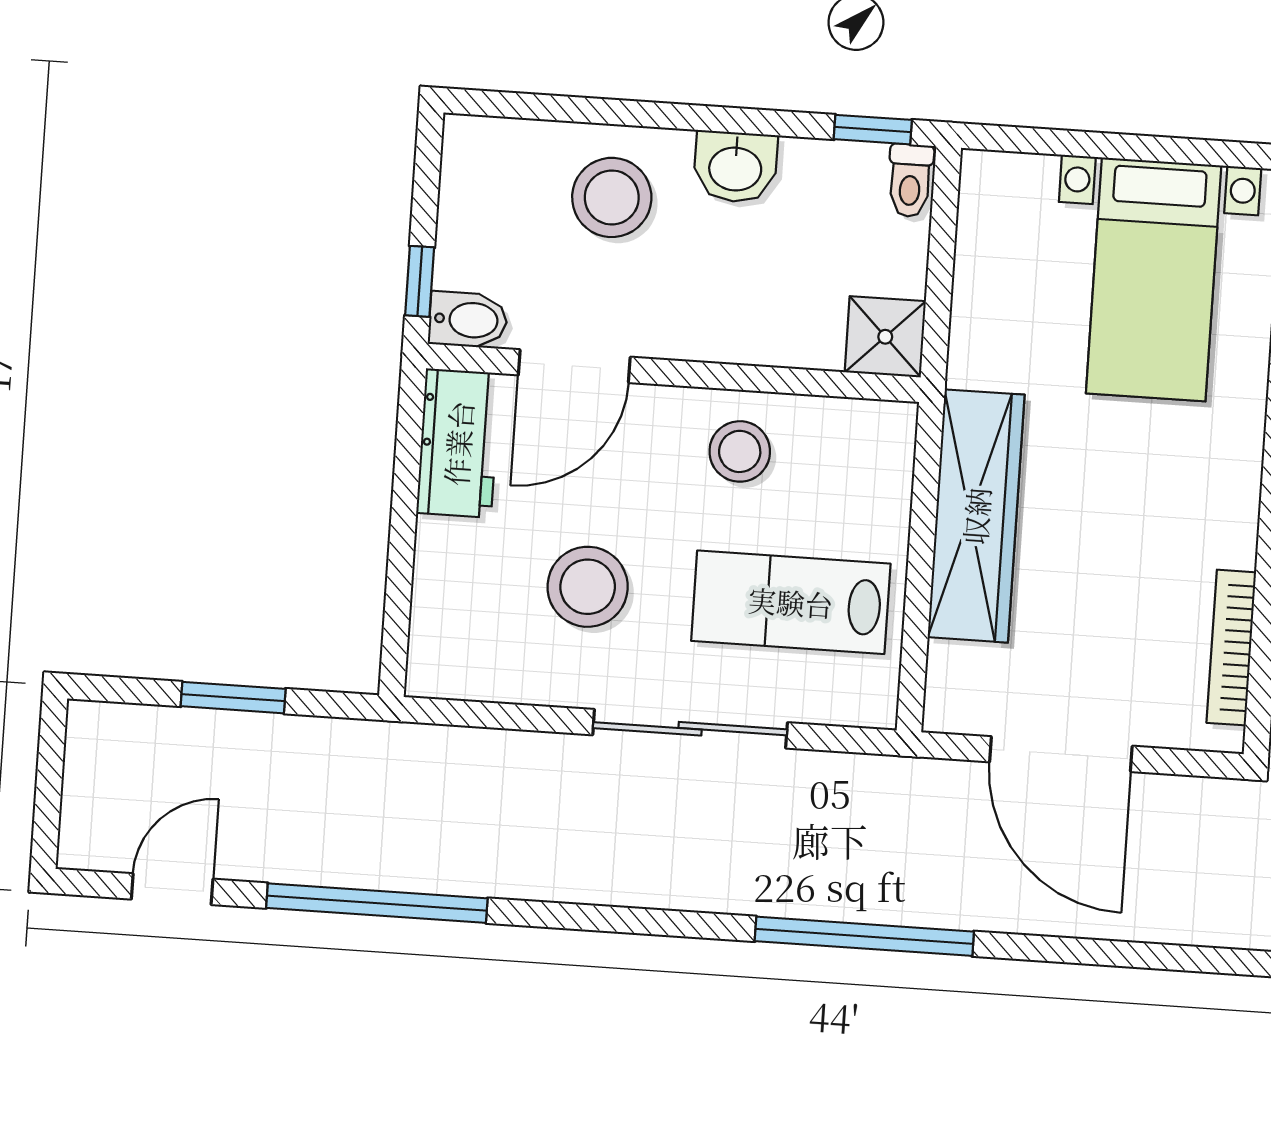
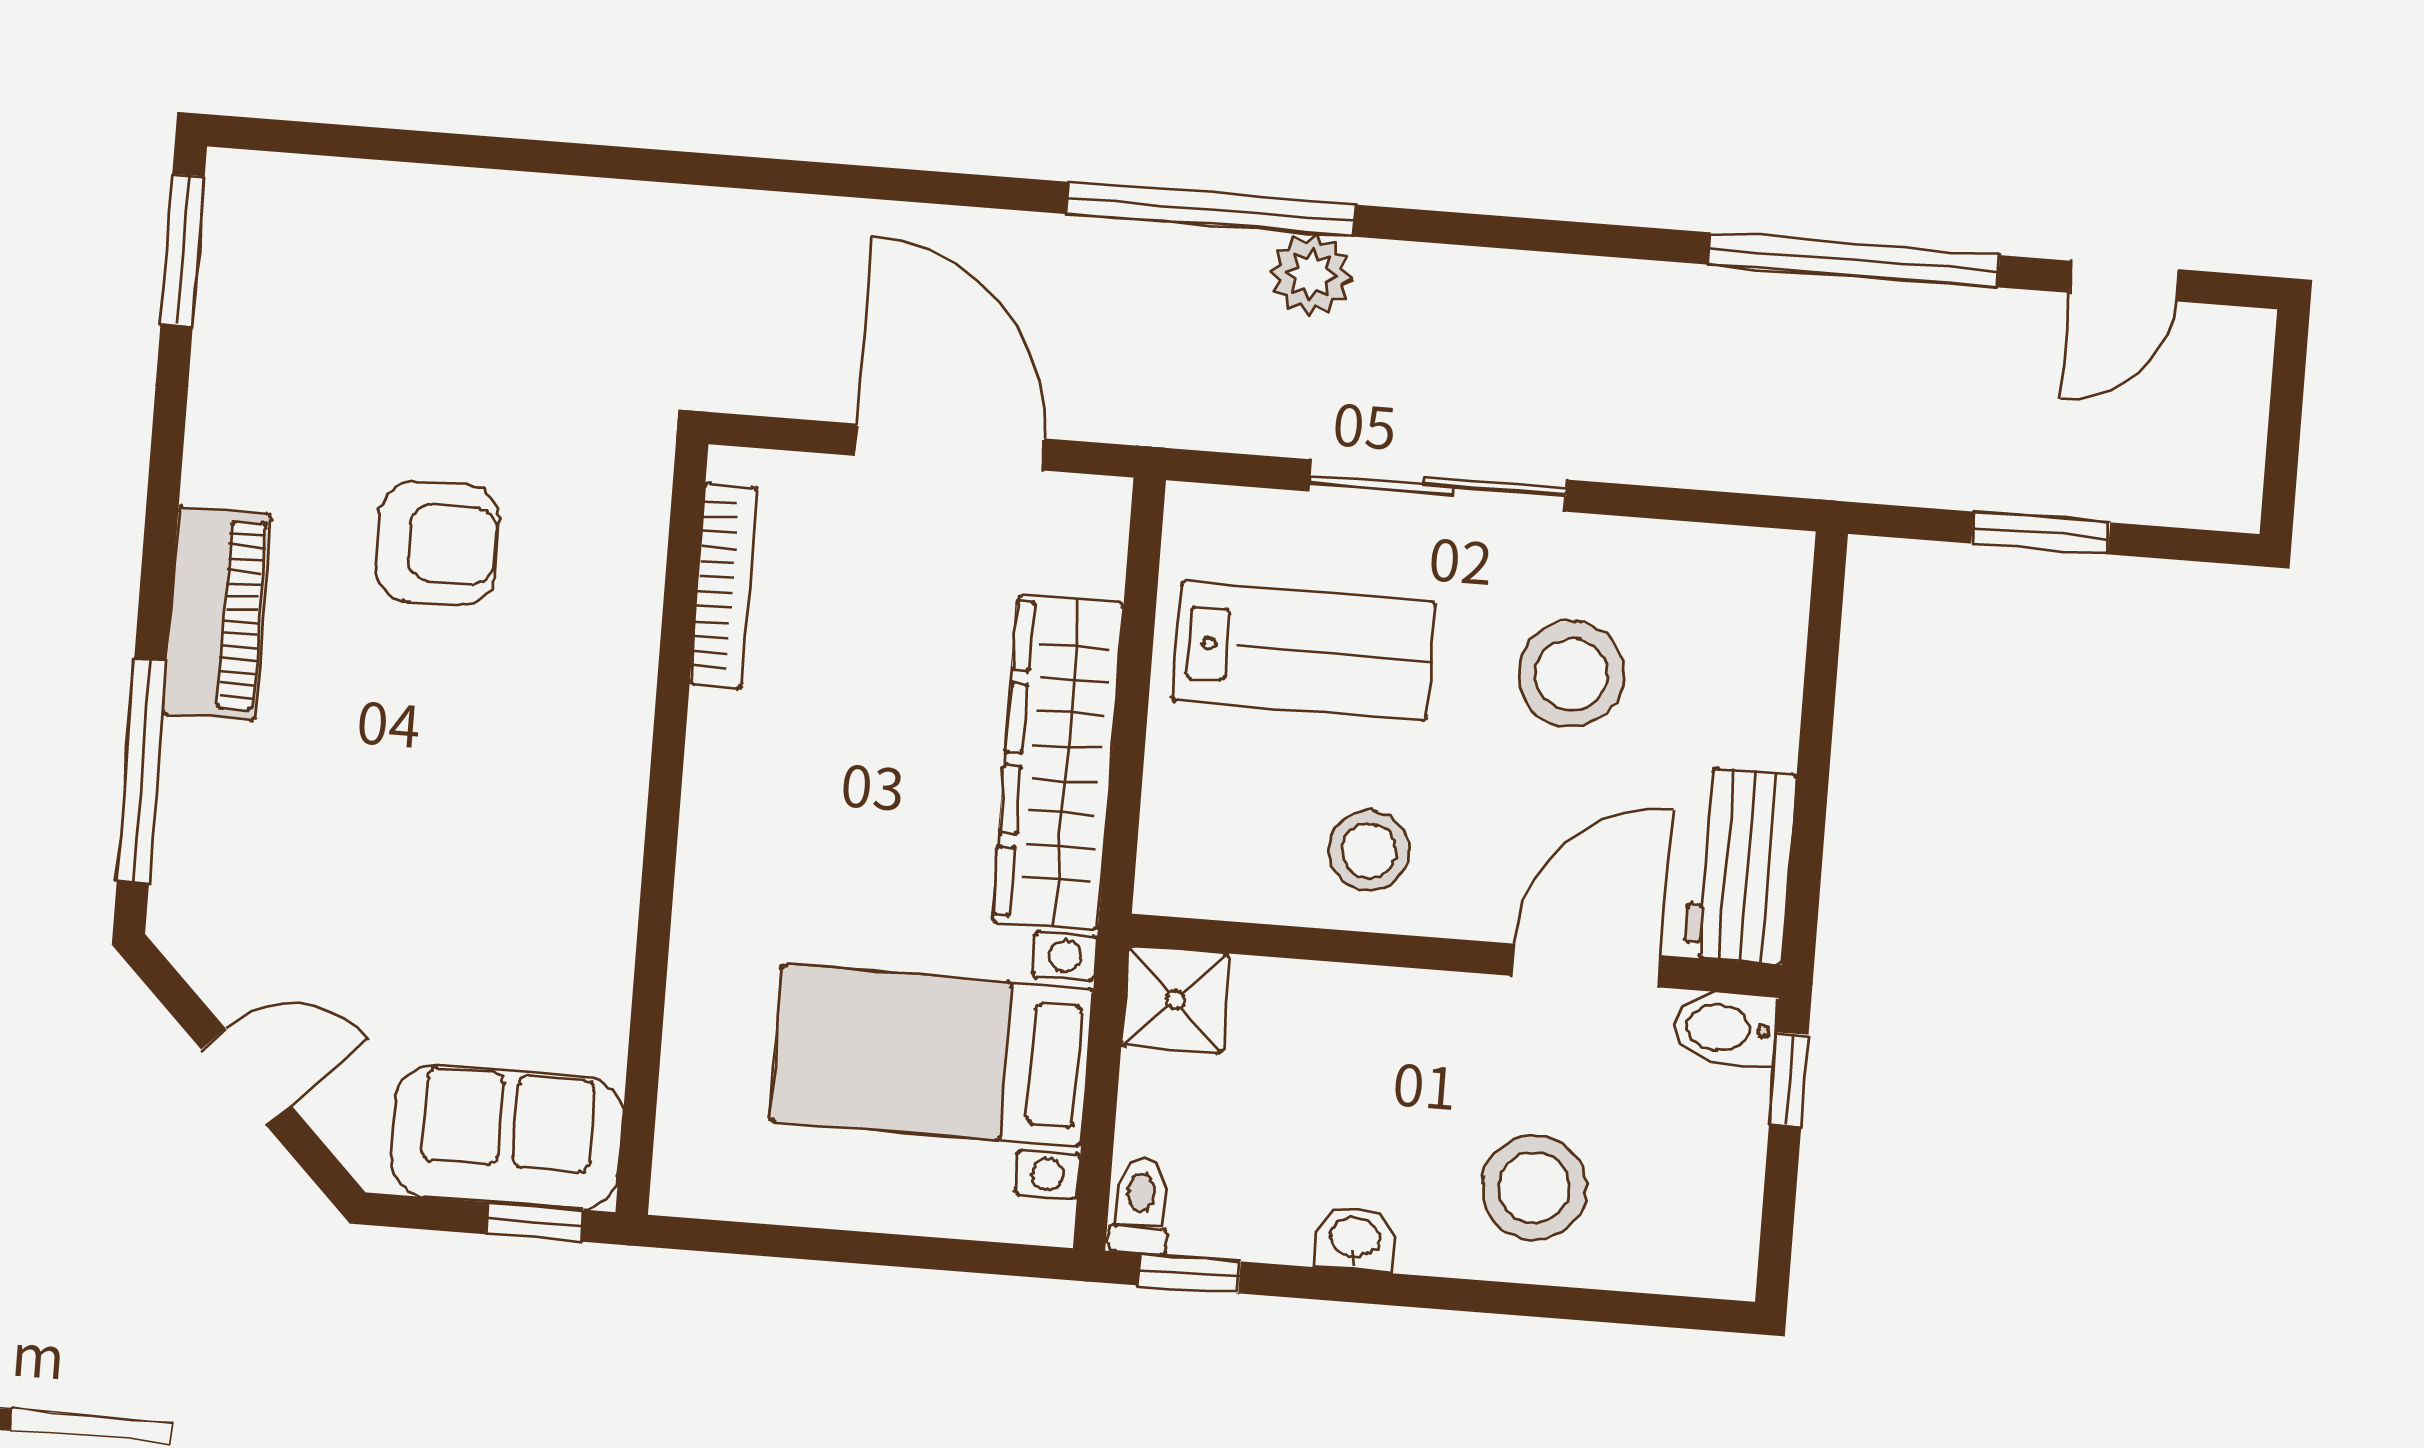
washbasin: (735, 167) -> (1355, 1239), width x0.72, depth x0.69
bed with nightstands: (1154, 279) -> (932, 1055), moved, turned -90
plant: (788, 888) -> (1311, 275), added

